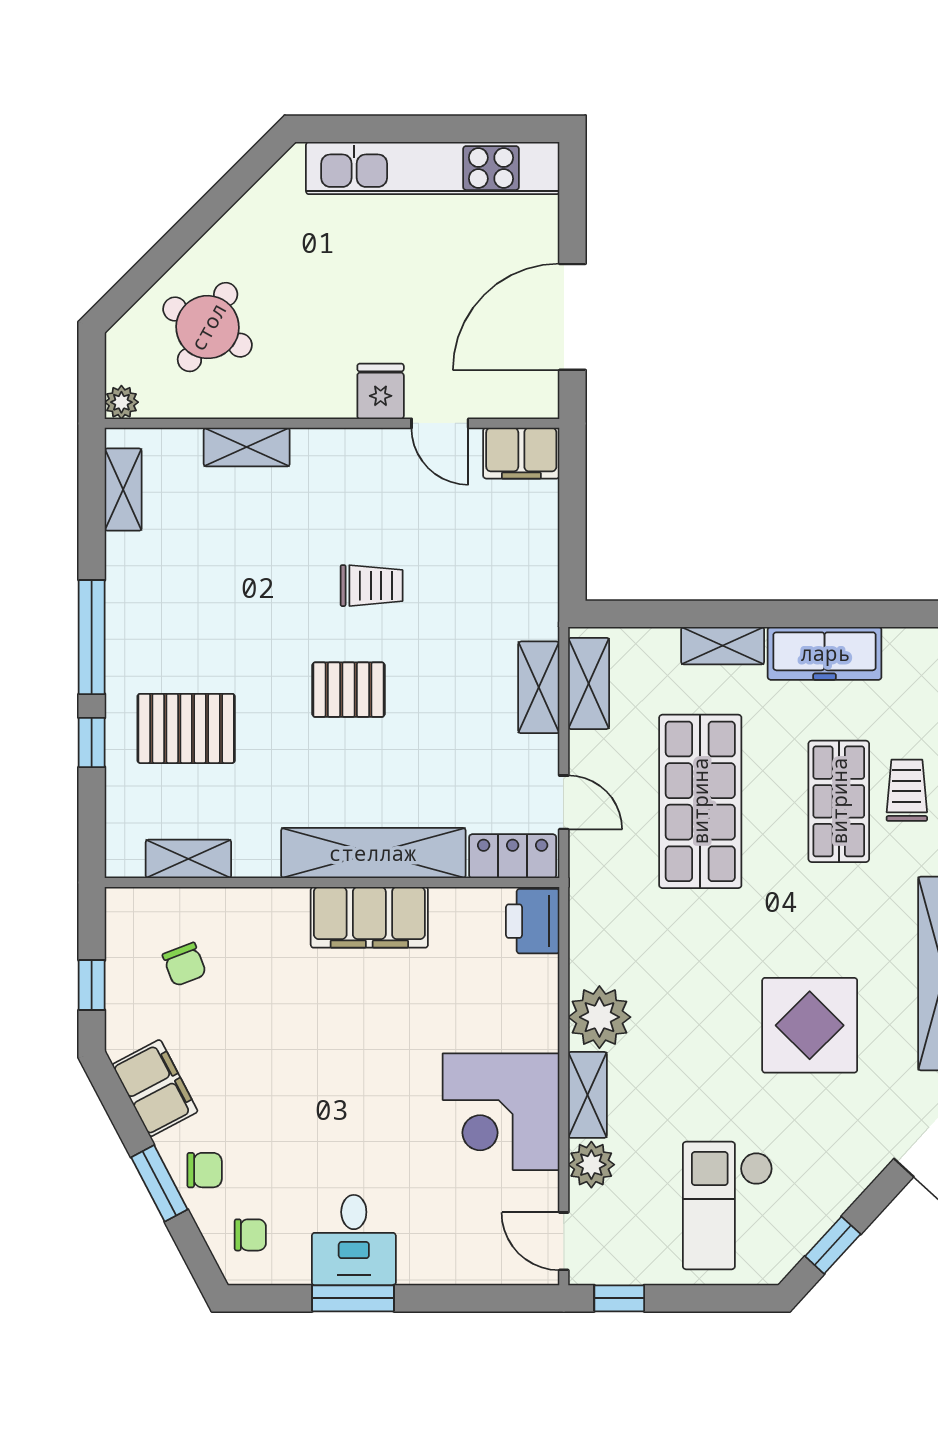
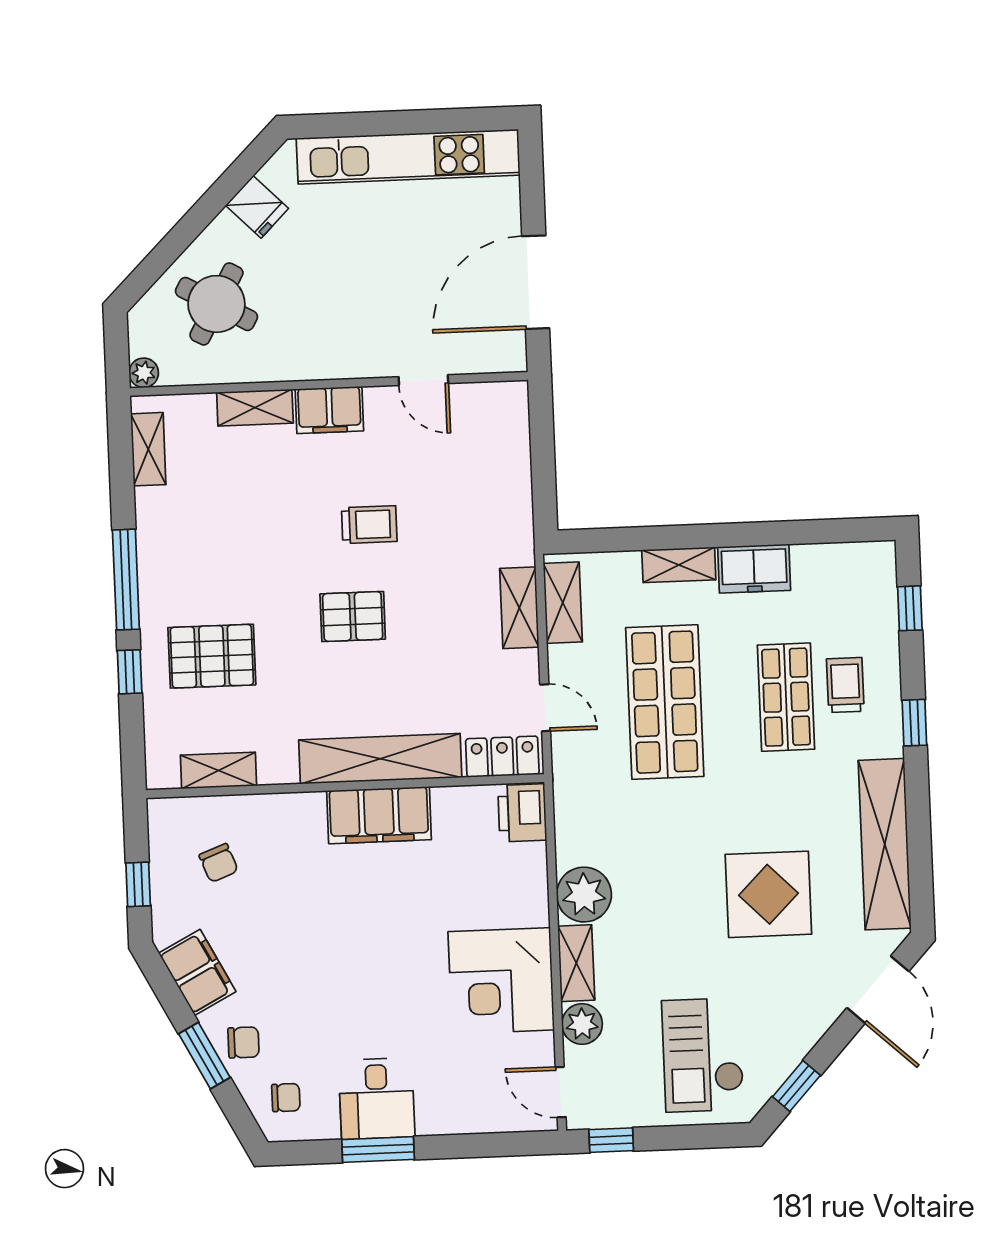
fridge: (381, 391) -> (257, 207), moved, turned 135
filing cabinet: (521, 453) -> (329, 410), moved
freezer: (825, 653) -> (754, 569), width x0.71

